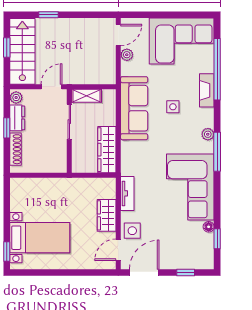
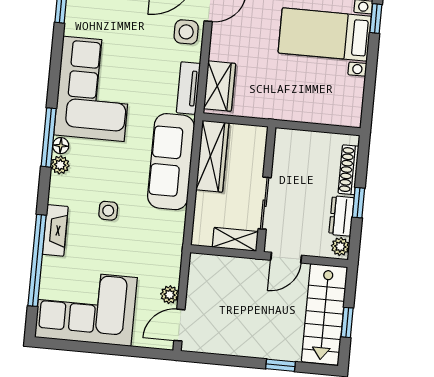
sofa: (134, 108) -> (171, 162), moved
wardrobe: (107, 215) -> (220, 86), moved
floor lamp: (209, 227) -> (61, 146), moved

